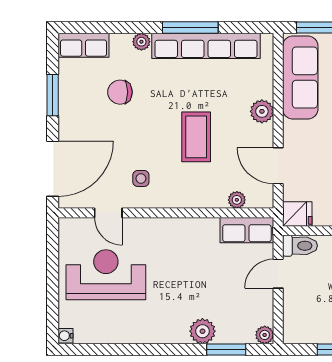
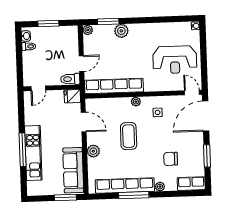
chair: (120, 92) -> (171, 159), turned 180
plant: (237, 200) -> (136, 102), moved
door: (108, 213) -> (192, 93), moved
row of seats: (247, 230) -> (114, 86), width x2.02

